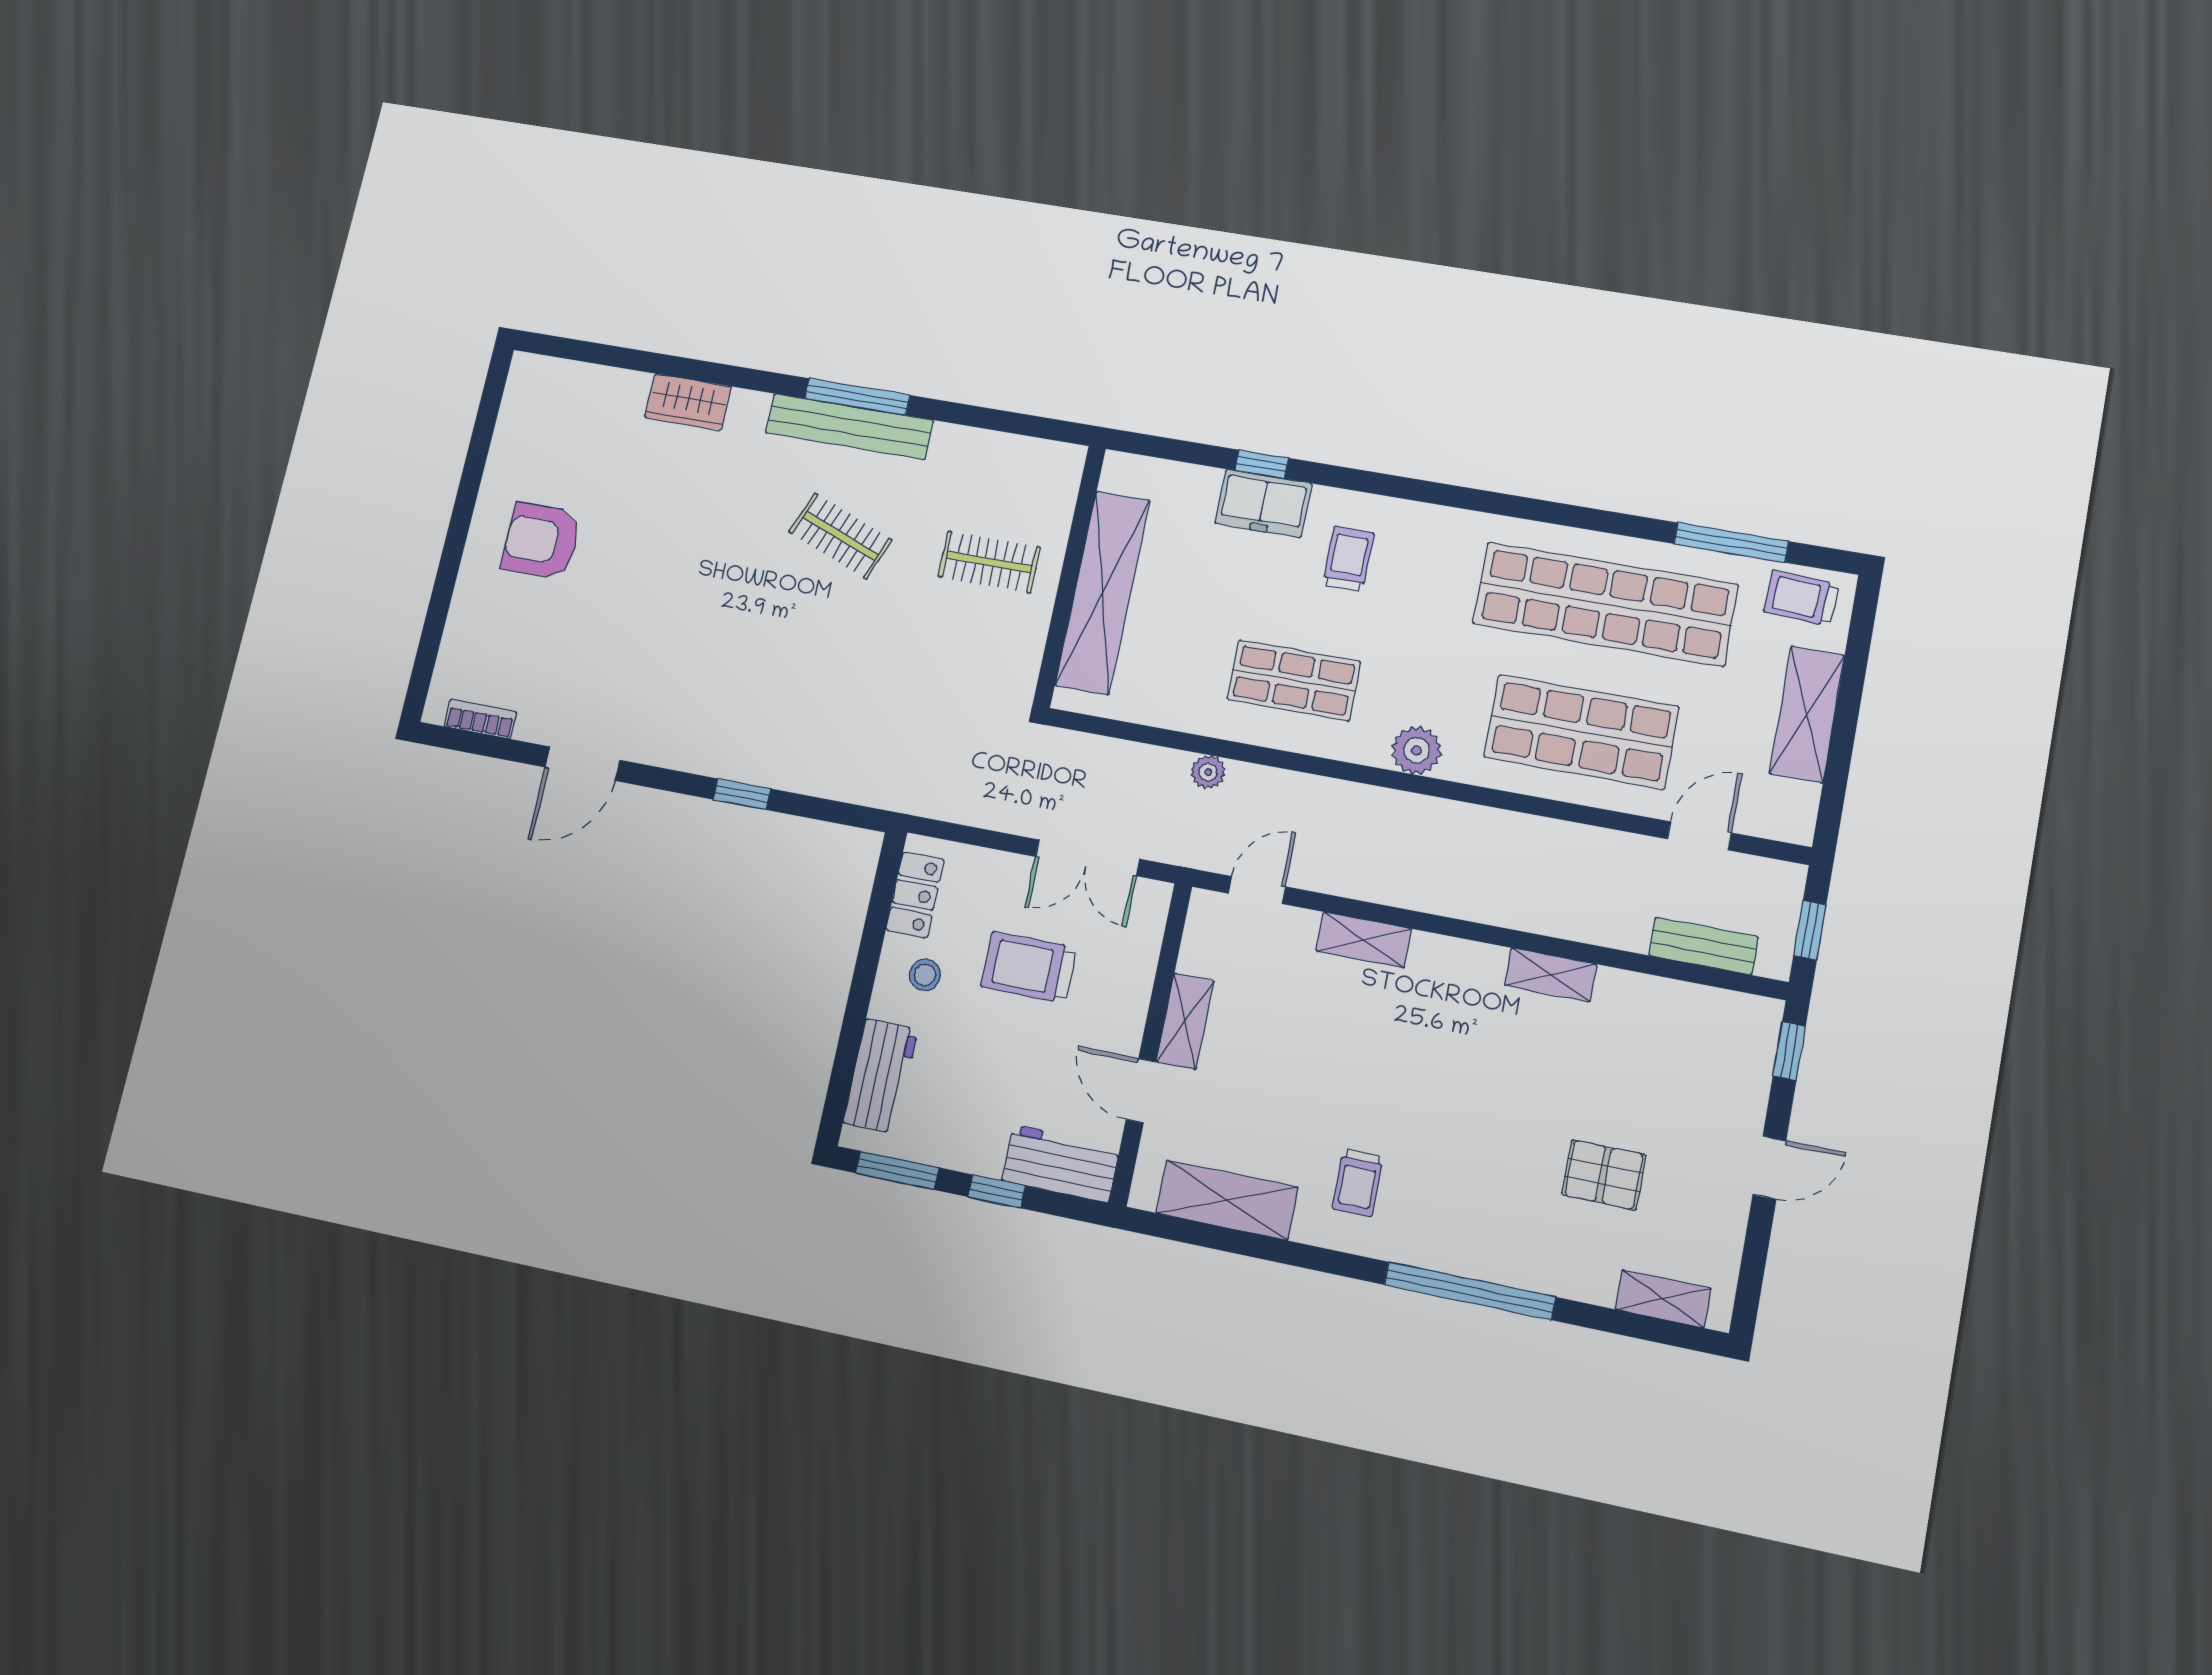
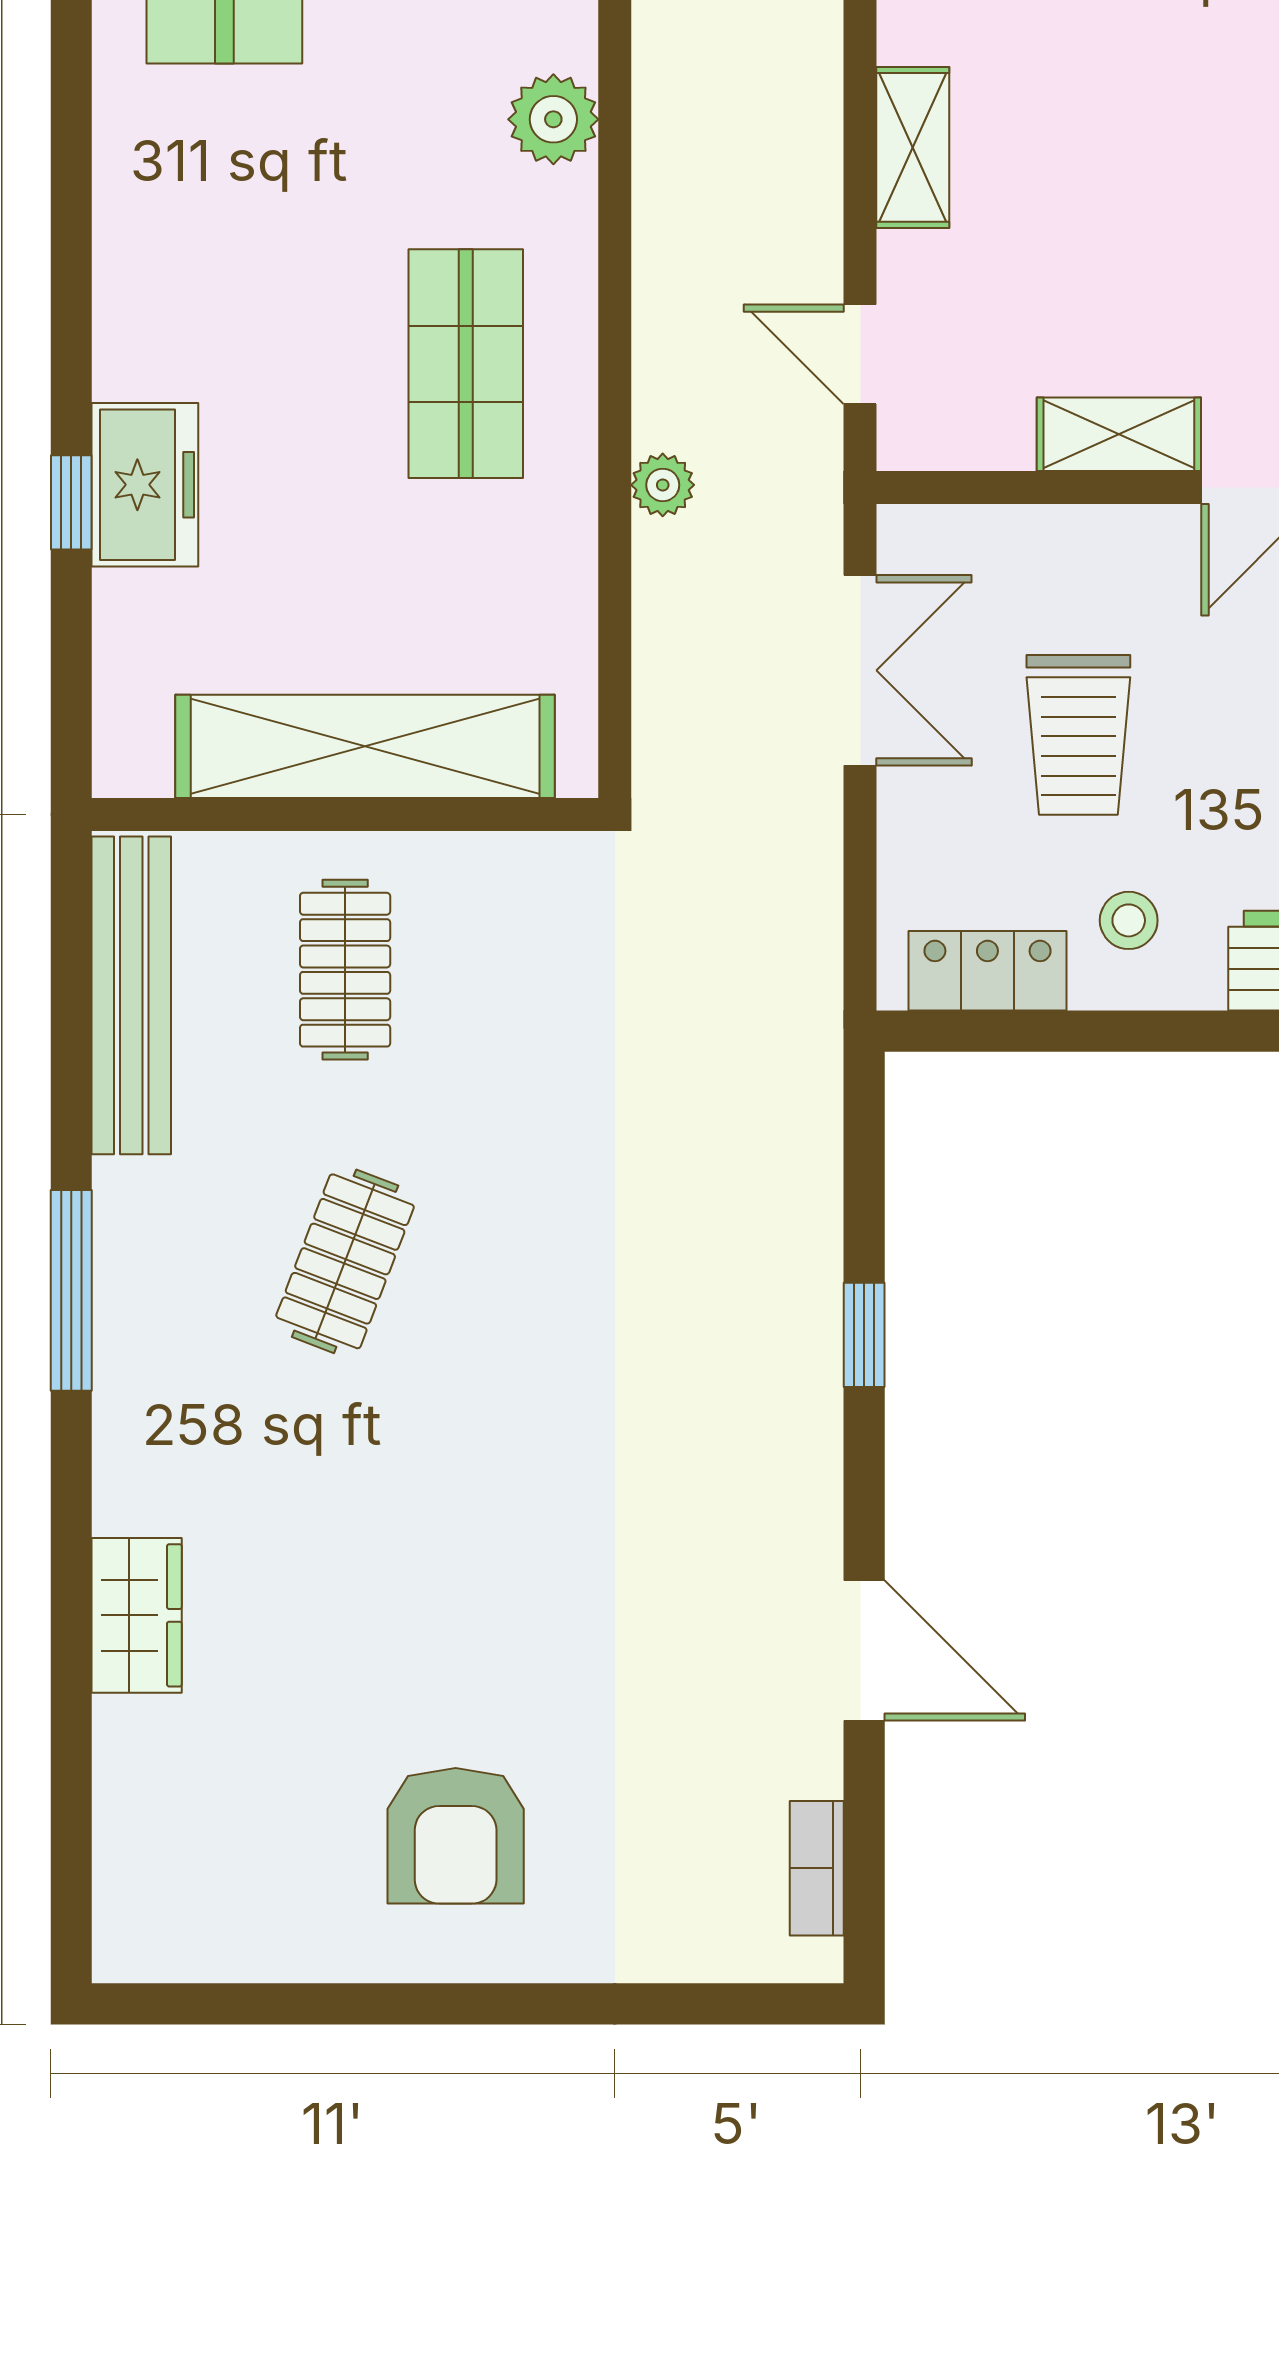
bench: (849, 426) -> (131, 995), moved
trolley: (1348, 559) -> (222, 309), removed

